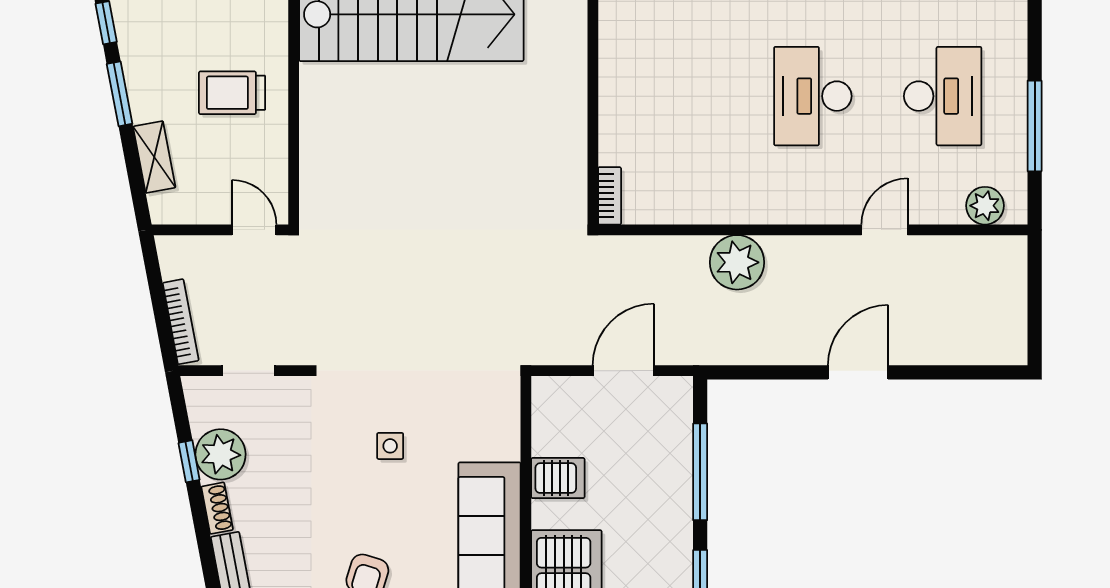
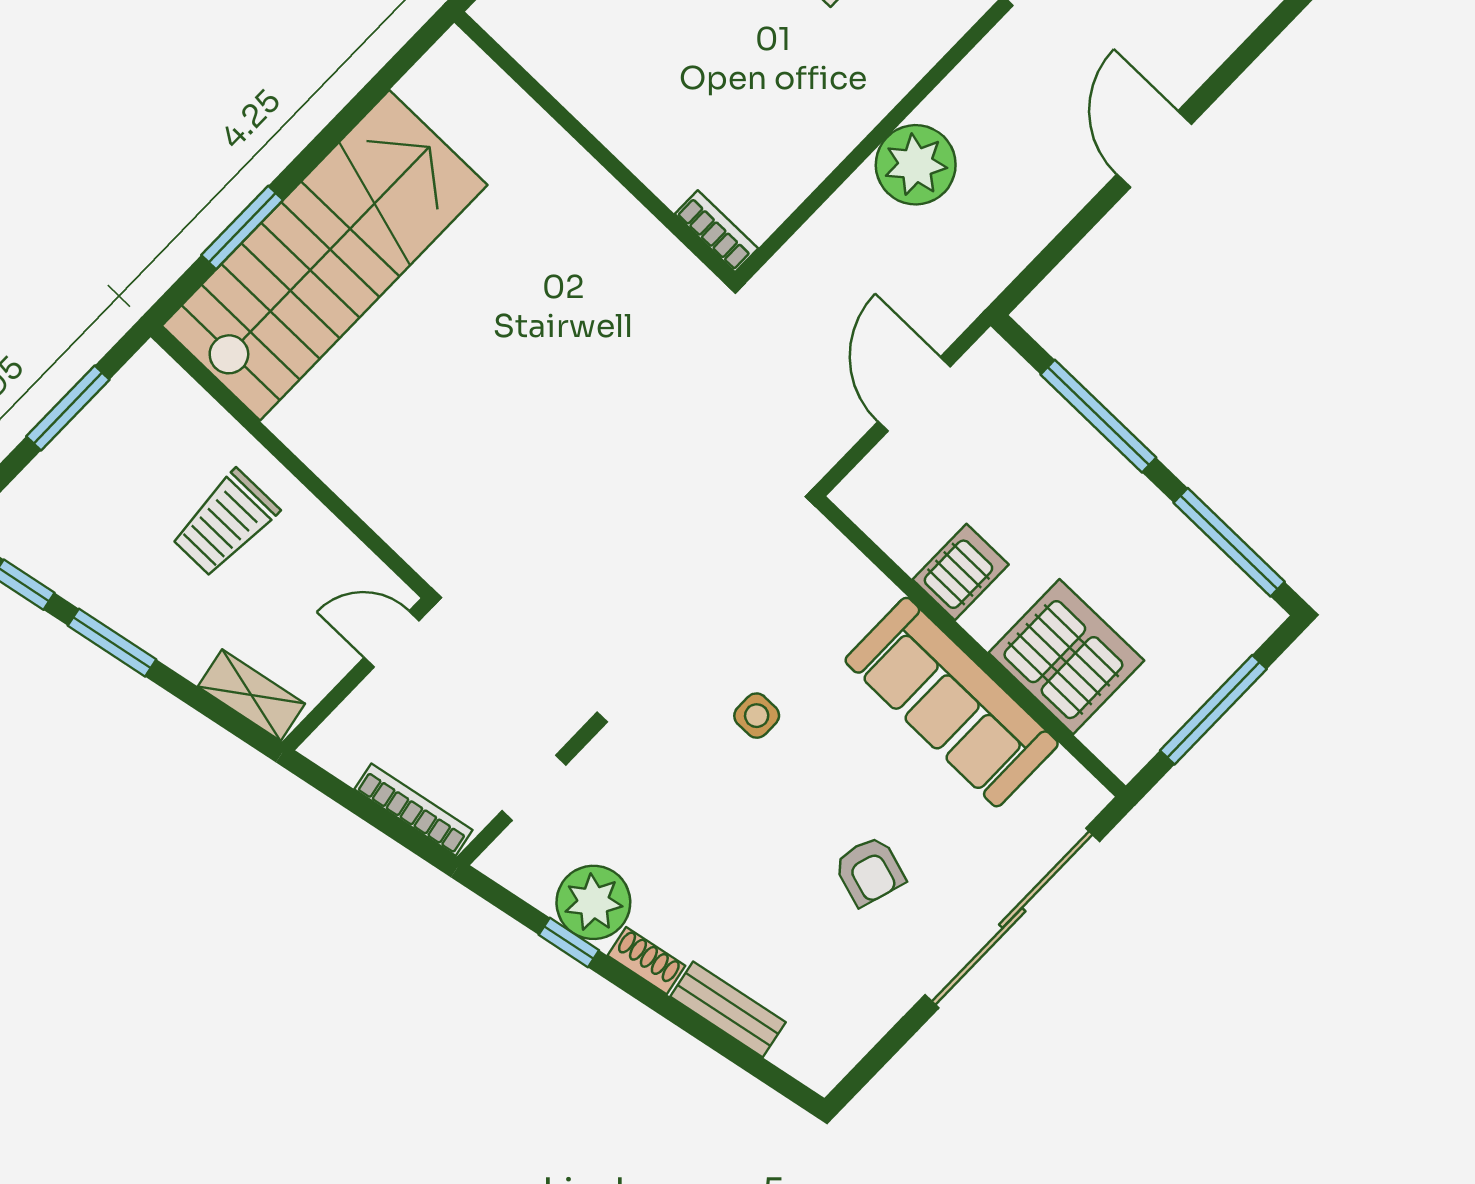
shelving: (154, 157) -> (251, 695), moved

